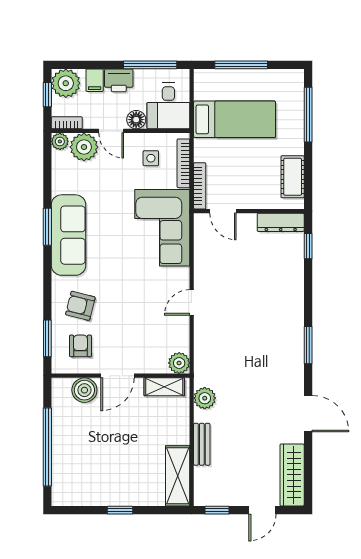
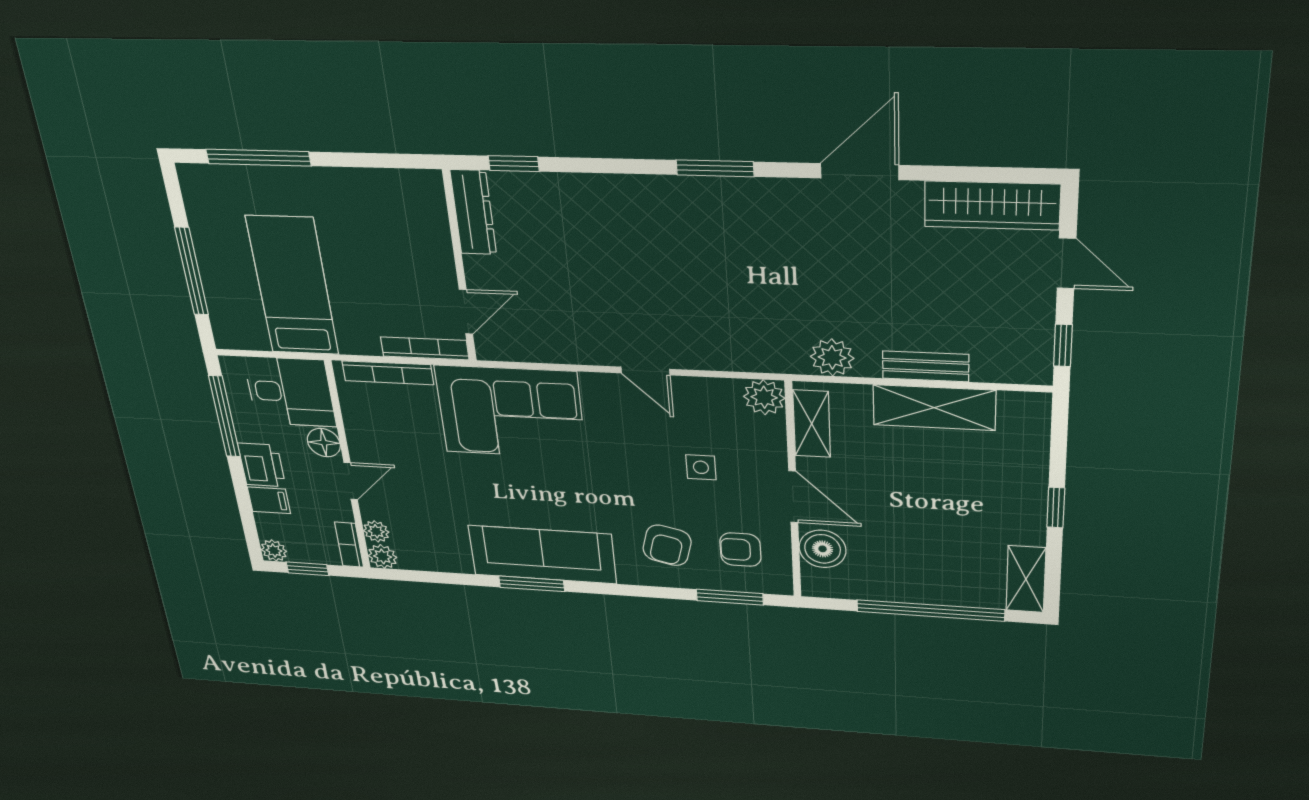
plant: (66, 83) -> (274, 550), width x0.53, depth x0.53
plant: (84, 147) -> (376, 531), width x0.53, depth x0.53
side table: (151, 158) -> (701, 467), moved
cot: (293, 177) -> (382, 189), removed
shelving: (178, 476) -> (934, 408), moved
shelving: (73, 496) -> (1026, 579), added

